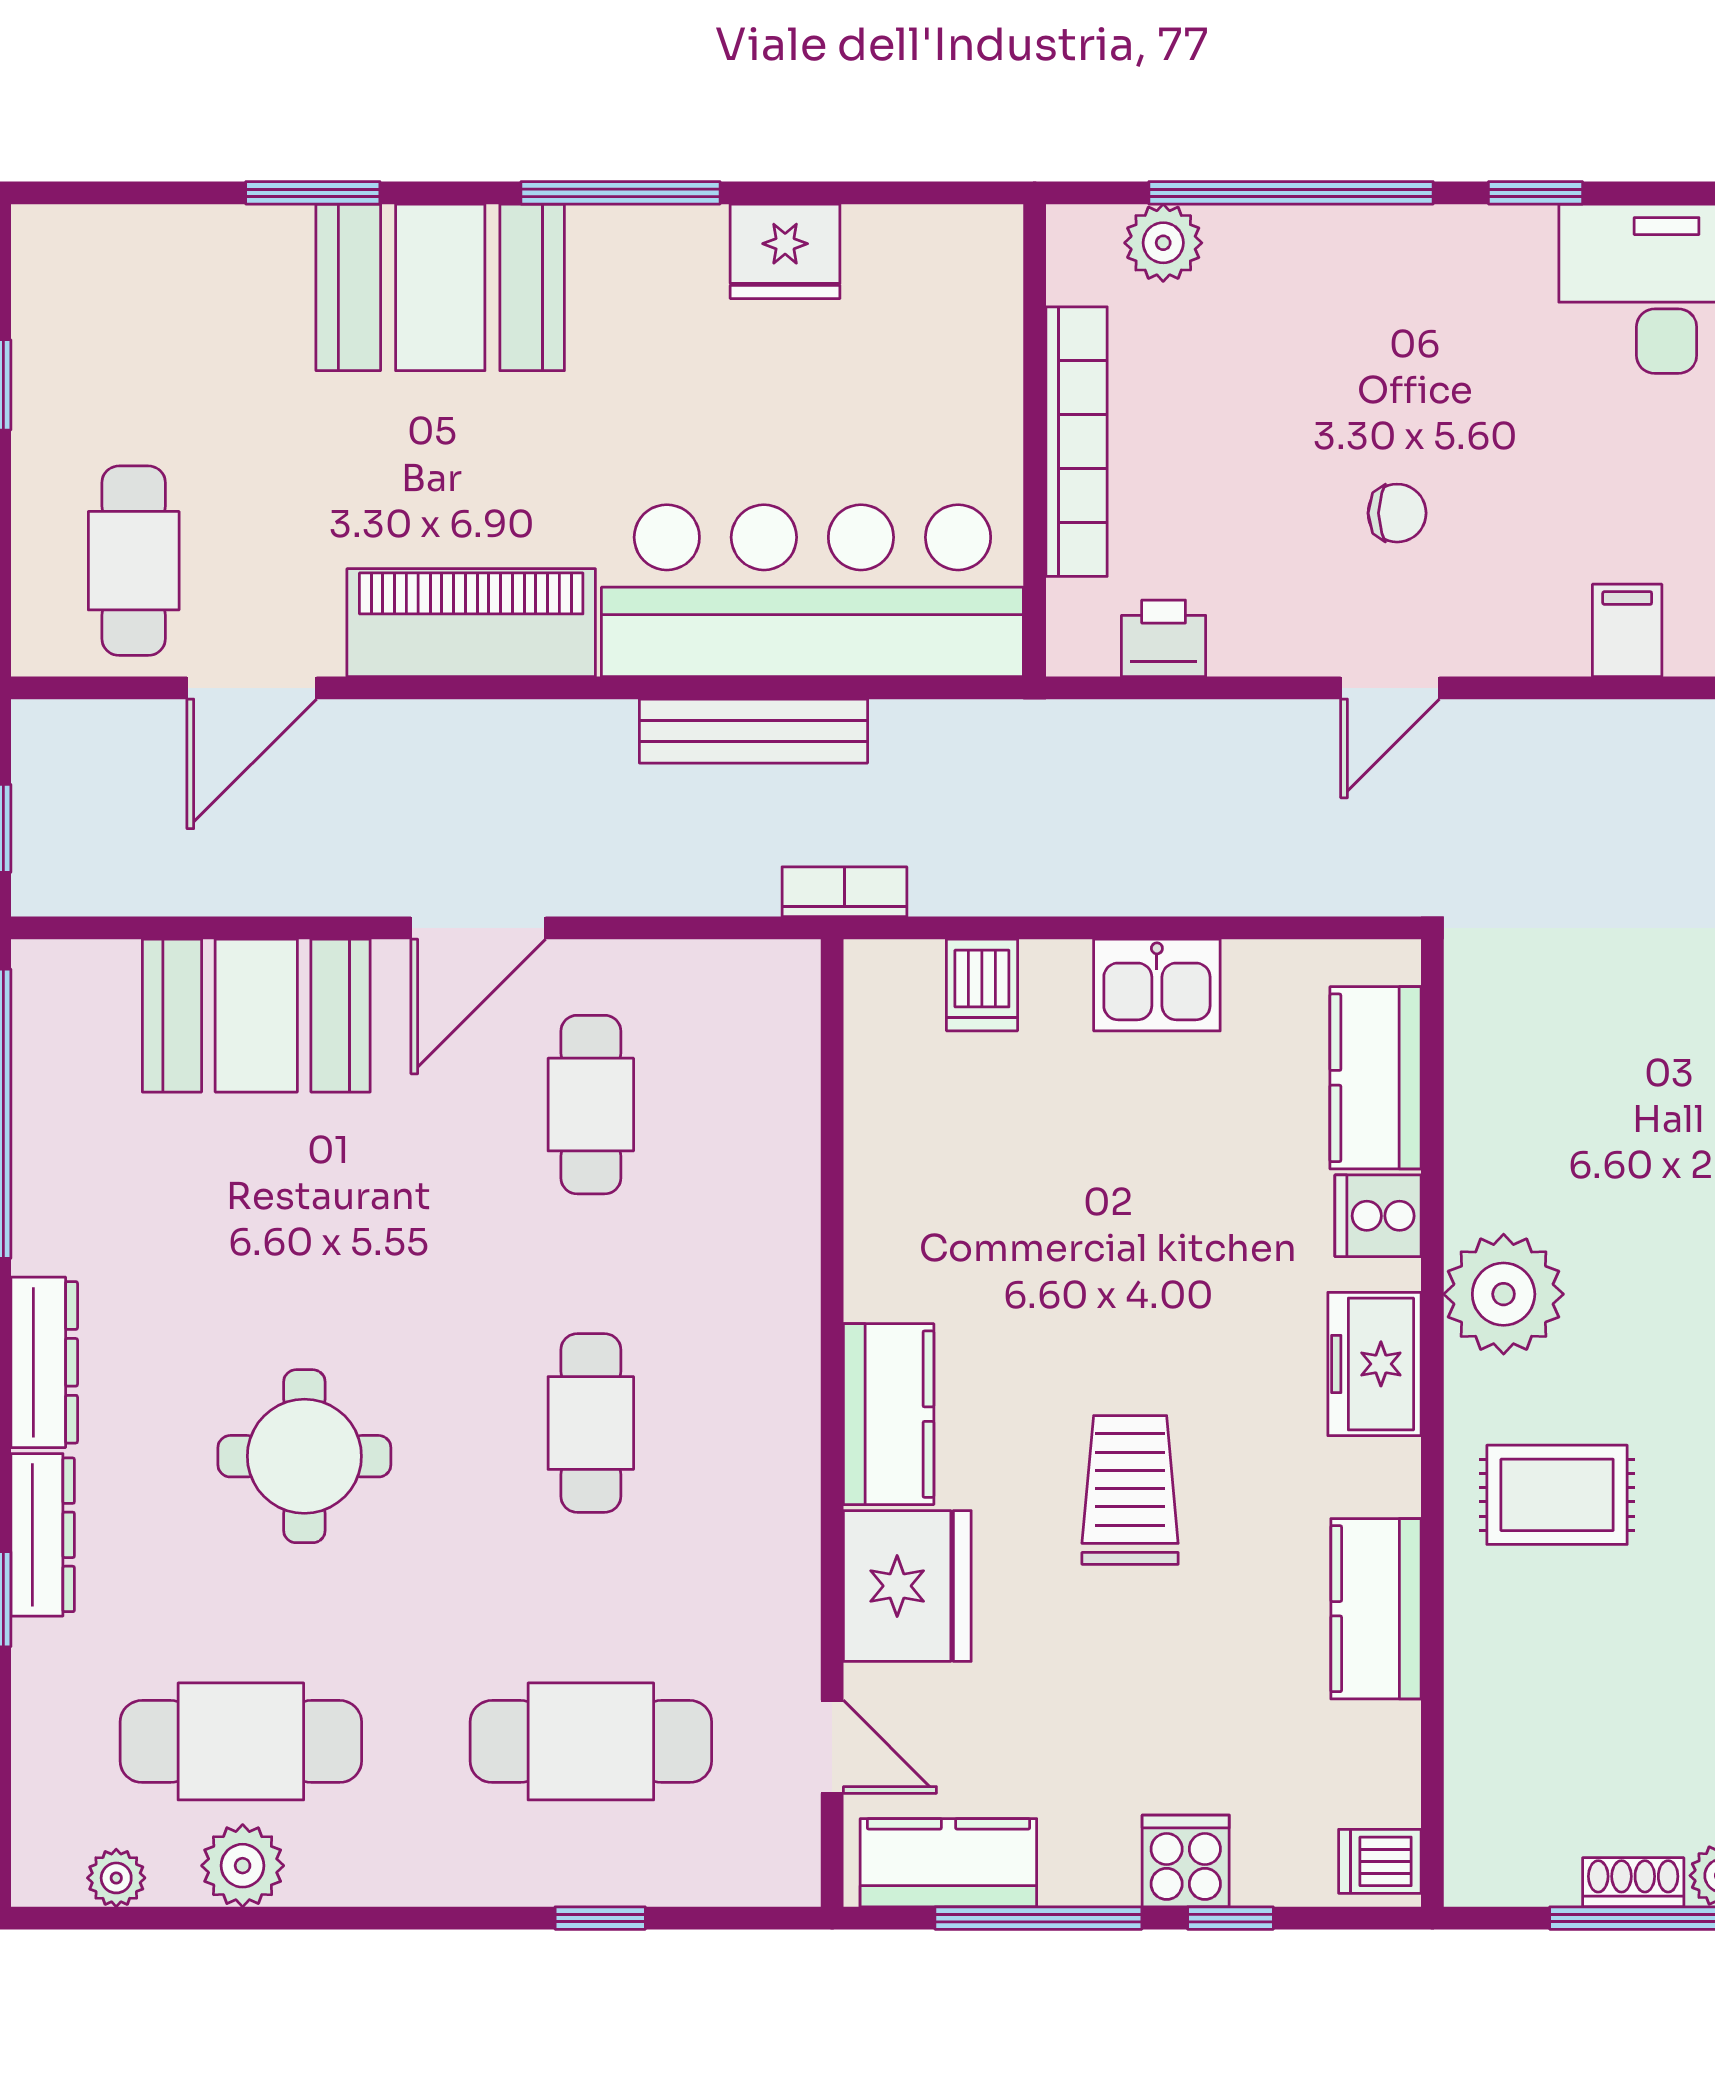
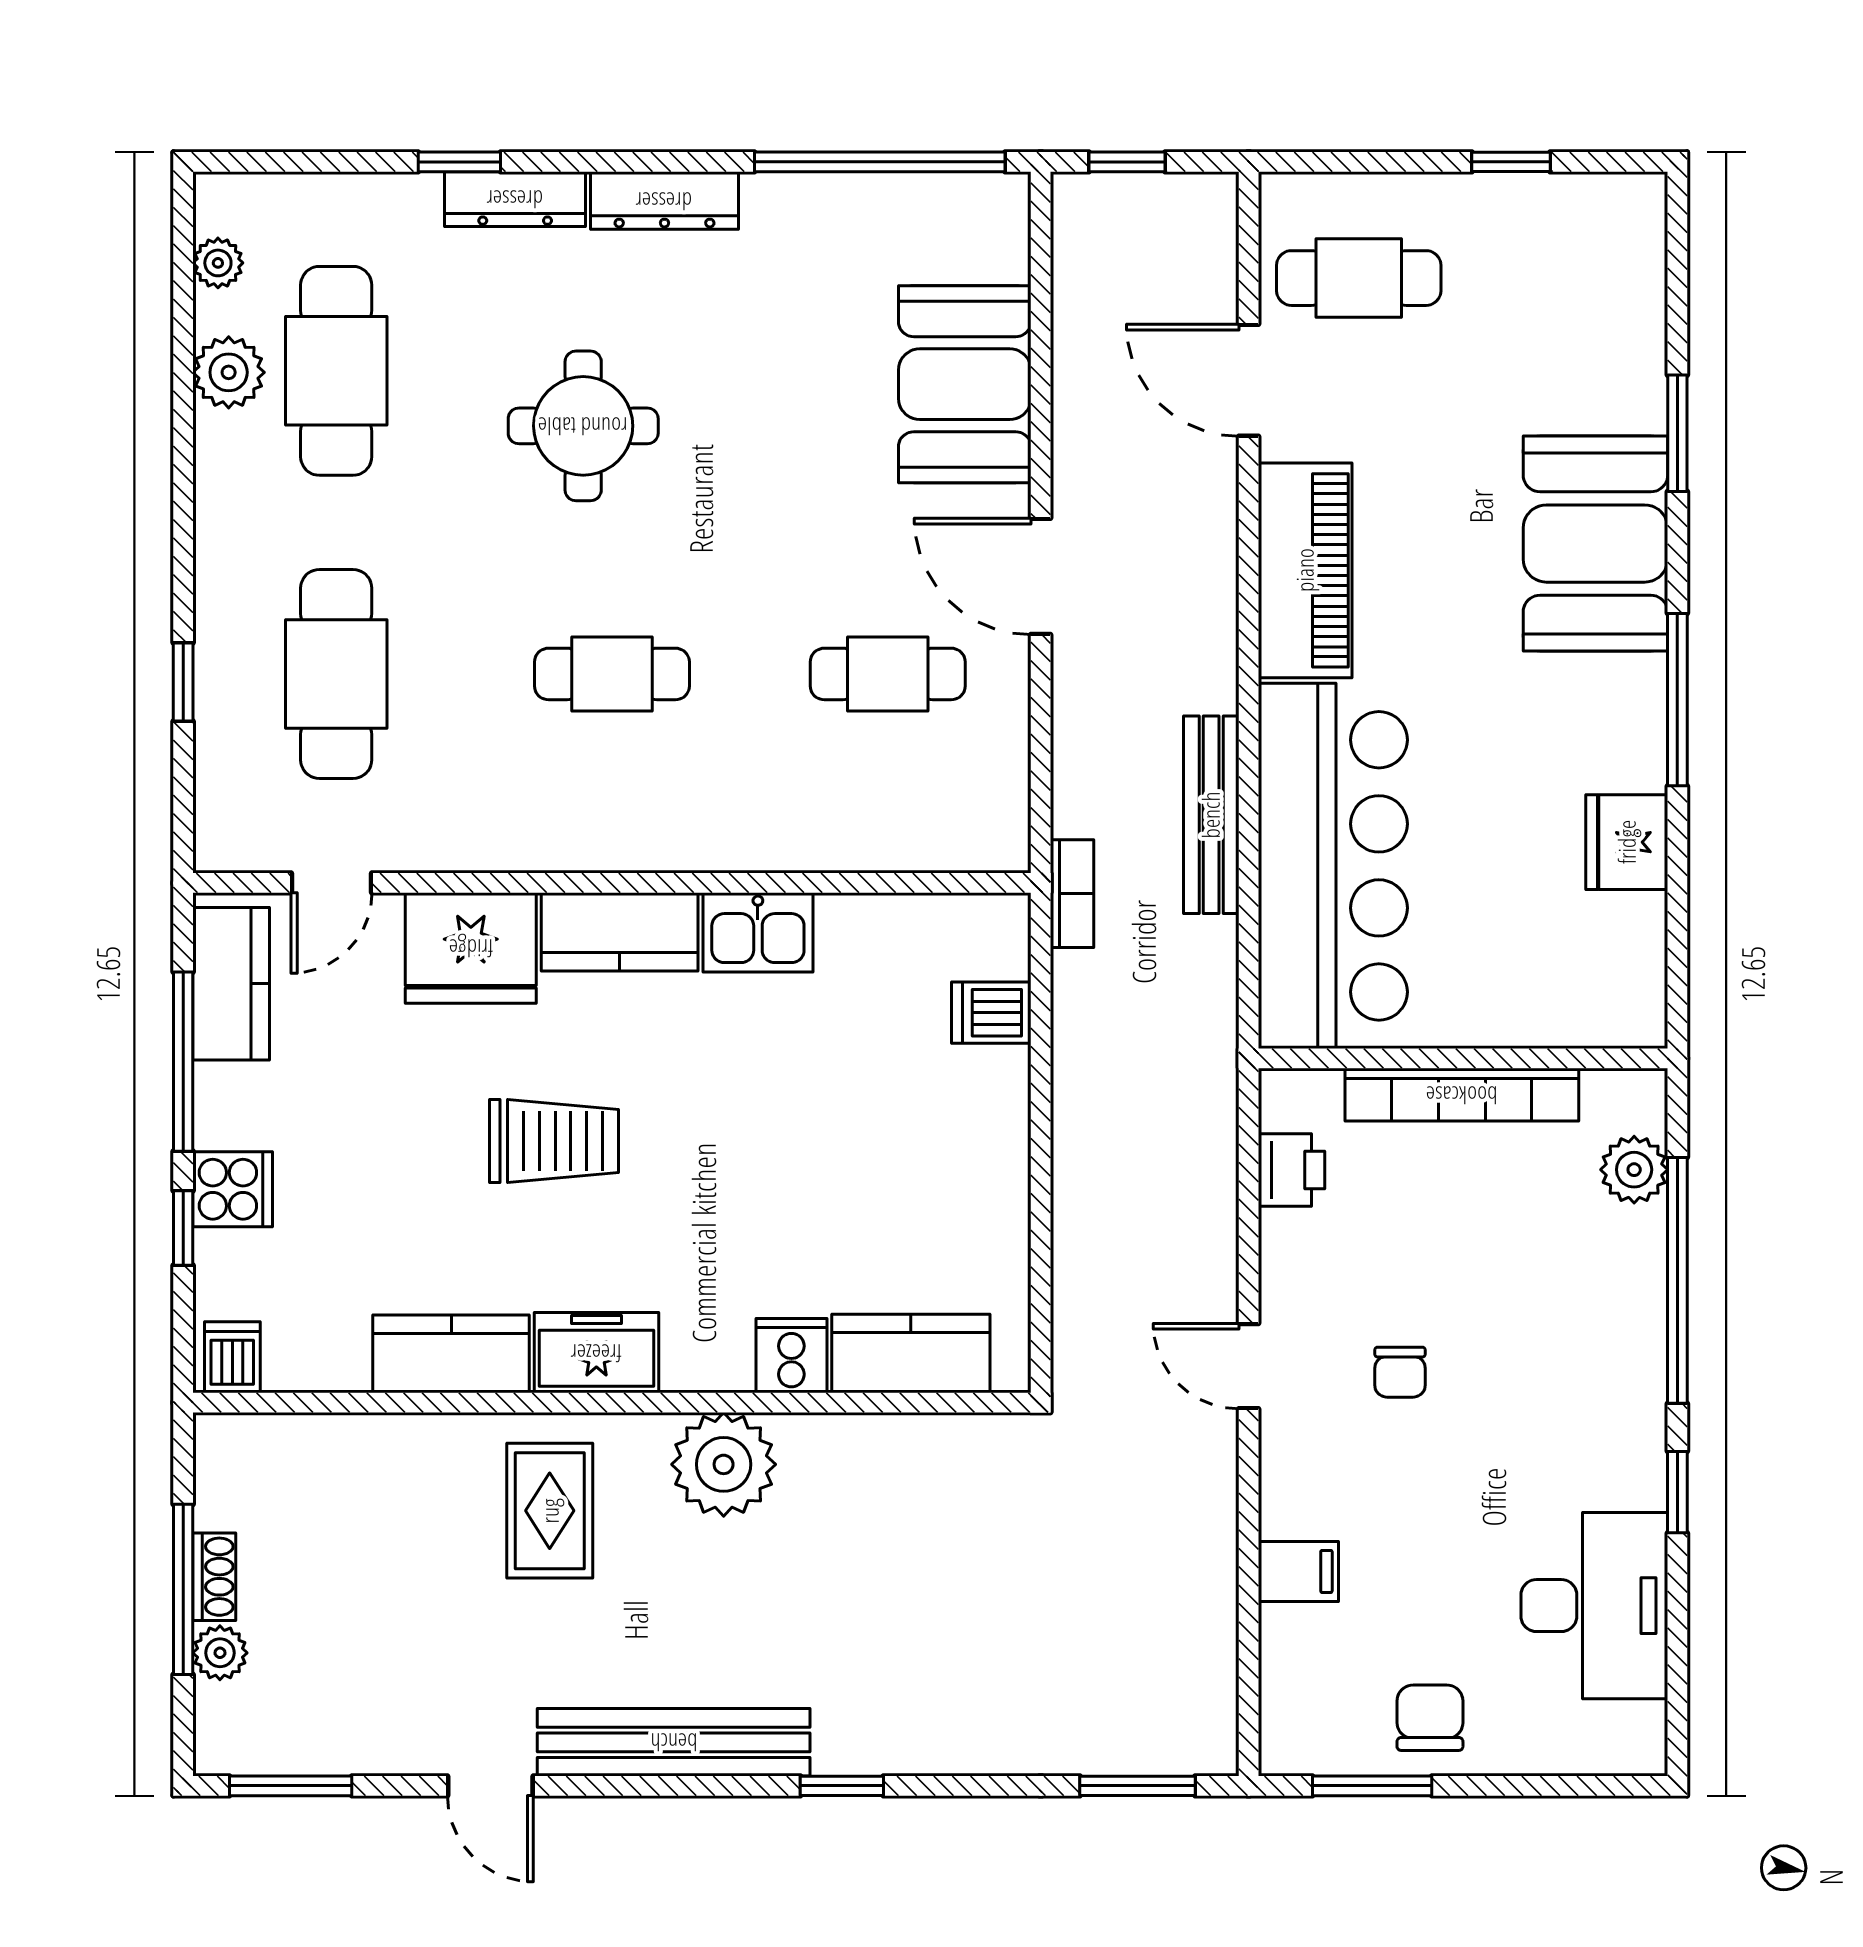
kitchen sink: (1157, 985) -> (758, 932), moved, turned -90
freezer: (1374, 1364) -> (596, 1353), moved

